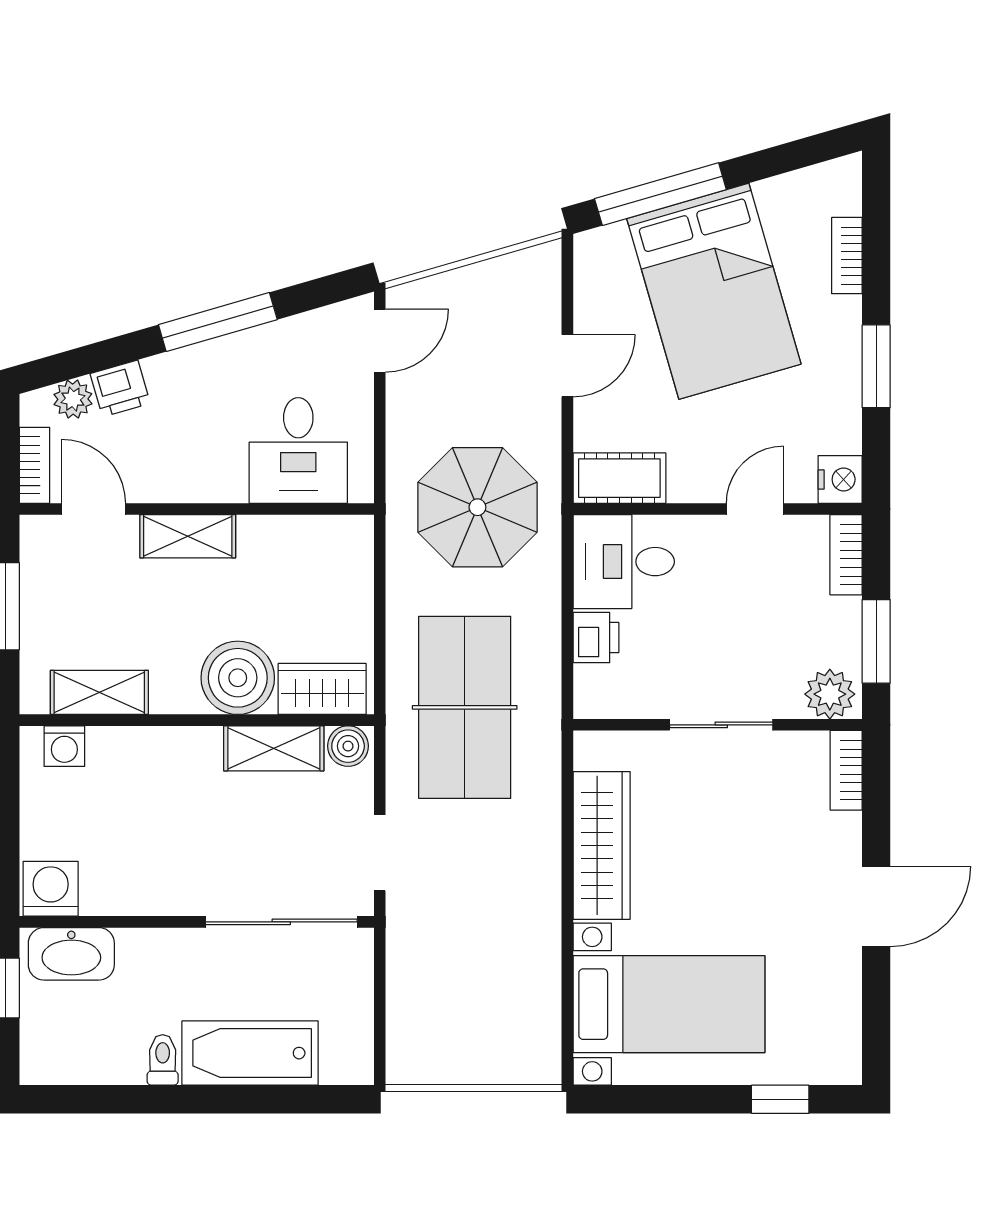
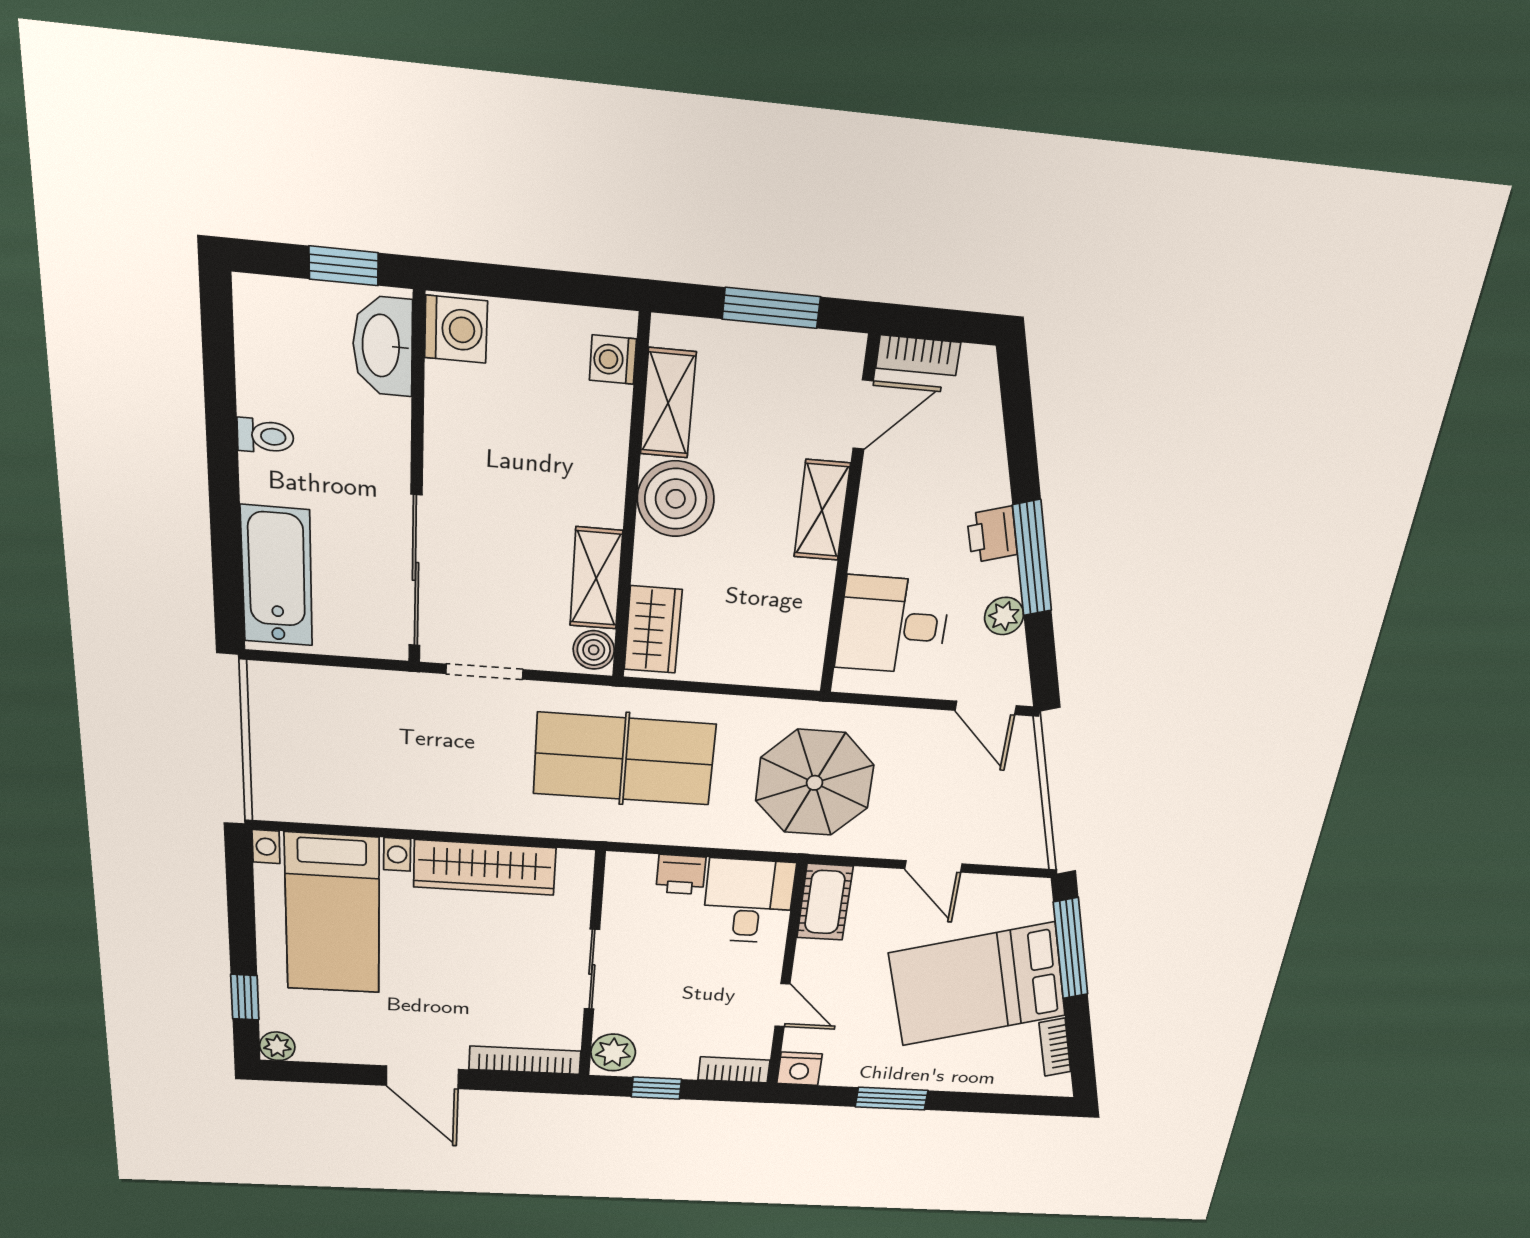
bookcase: (847, 256) -> (1055, 1047), moved, turned -106
printer: (120, 389) -> (992, 535), moved
plant: (73, 399) -> (1004, 616), moved
window: (876, 641) -> (656, 1088), width x0.67
boiler: (238, 678) -> (676, 499), moved
bookcase: (846, 770) -> (525, 1060), width x1.56
bathtub: (250, 1053) -> (277, 576), moved
plant: (843, 1066) -> (277, 1046), added

